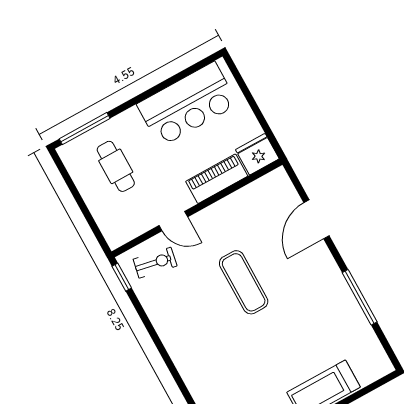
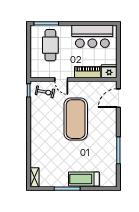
cafe table: (116, 166) -> (50, 45), width x1.37, depth x1.35
door: (316, 219) -> (118, 98), moved
exercise mat: (244, 282) -> (76, 119), width x2.00, depth x1.45

